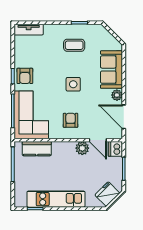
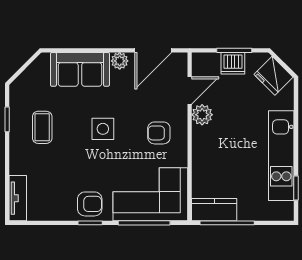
kitchen counter: (37, 149) -> (214, 210), moved, turned -90
dishwasher: (115, 149) -> (233, 63), moved

